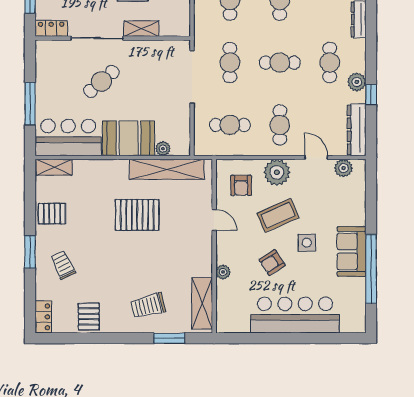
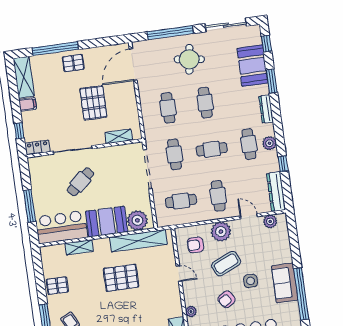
shelving: (142, 29) -> (119, 136), moved
plant: (357, 82) -> (269, 143), moved
plant: (163, 149) -> (137, 220), width x1.87, depth x1.87
shelving: (54, 167) -> (79, 247), moved
armchair: (241, 185) -> (196, 245), turned 90

